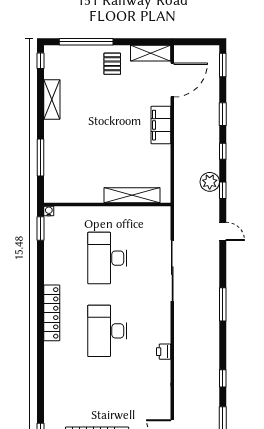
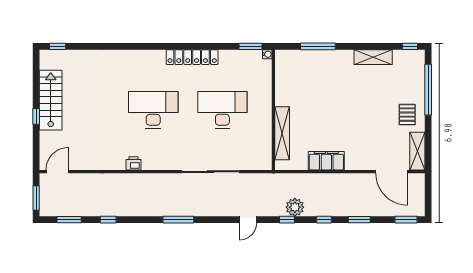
pallet: (112, 64) -> (407, 115), turned 90
filing cabinet: (161, 125) -> (326, 161), moved
locker: (52, 313) -> (192, 57), moved

